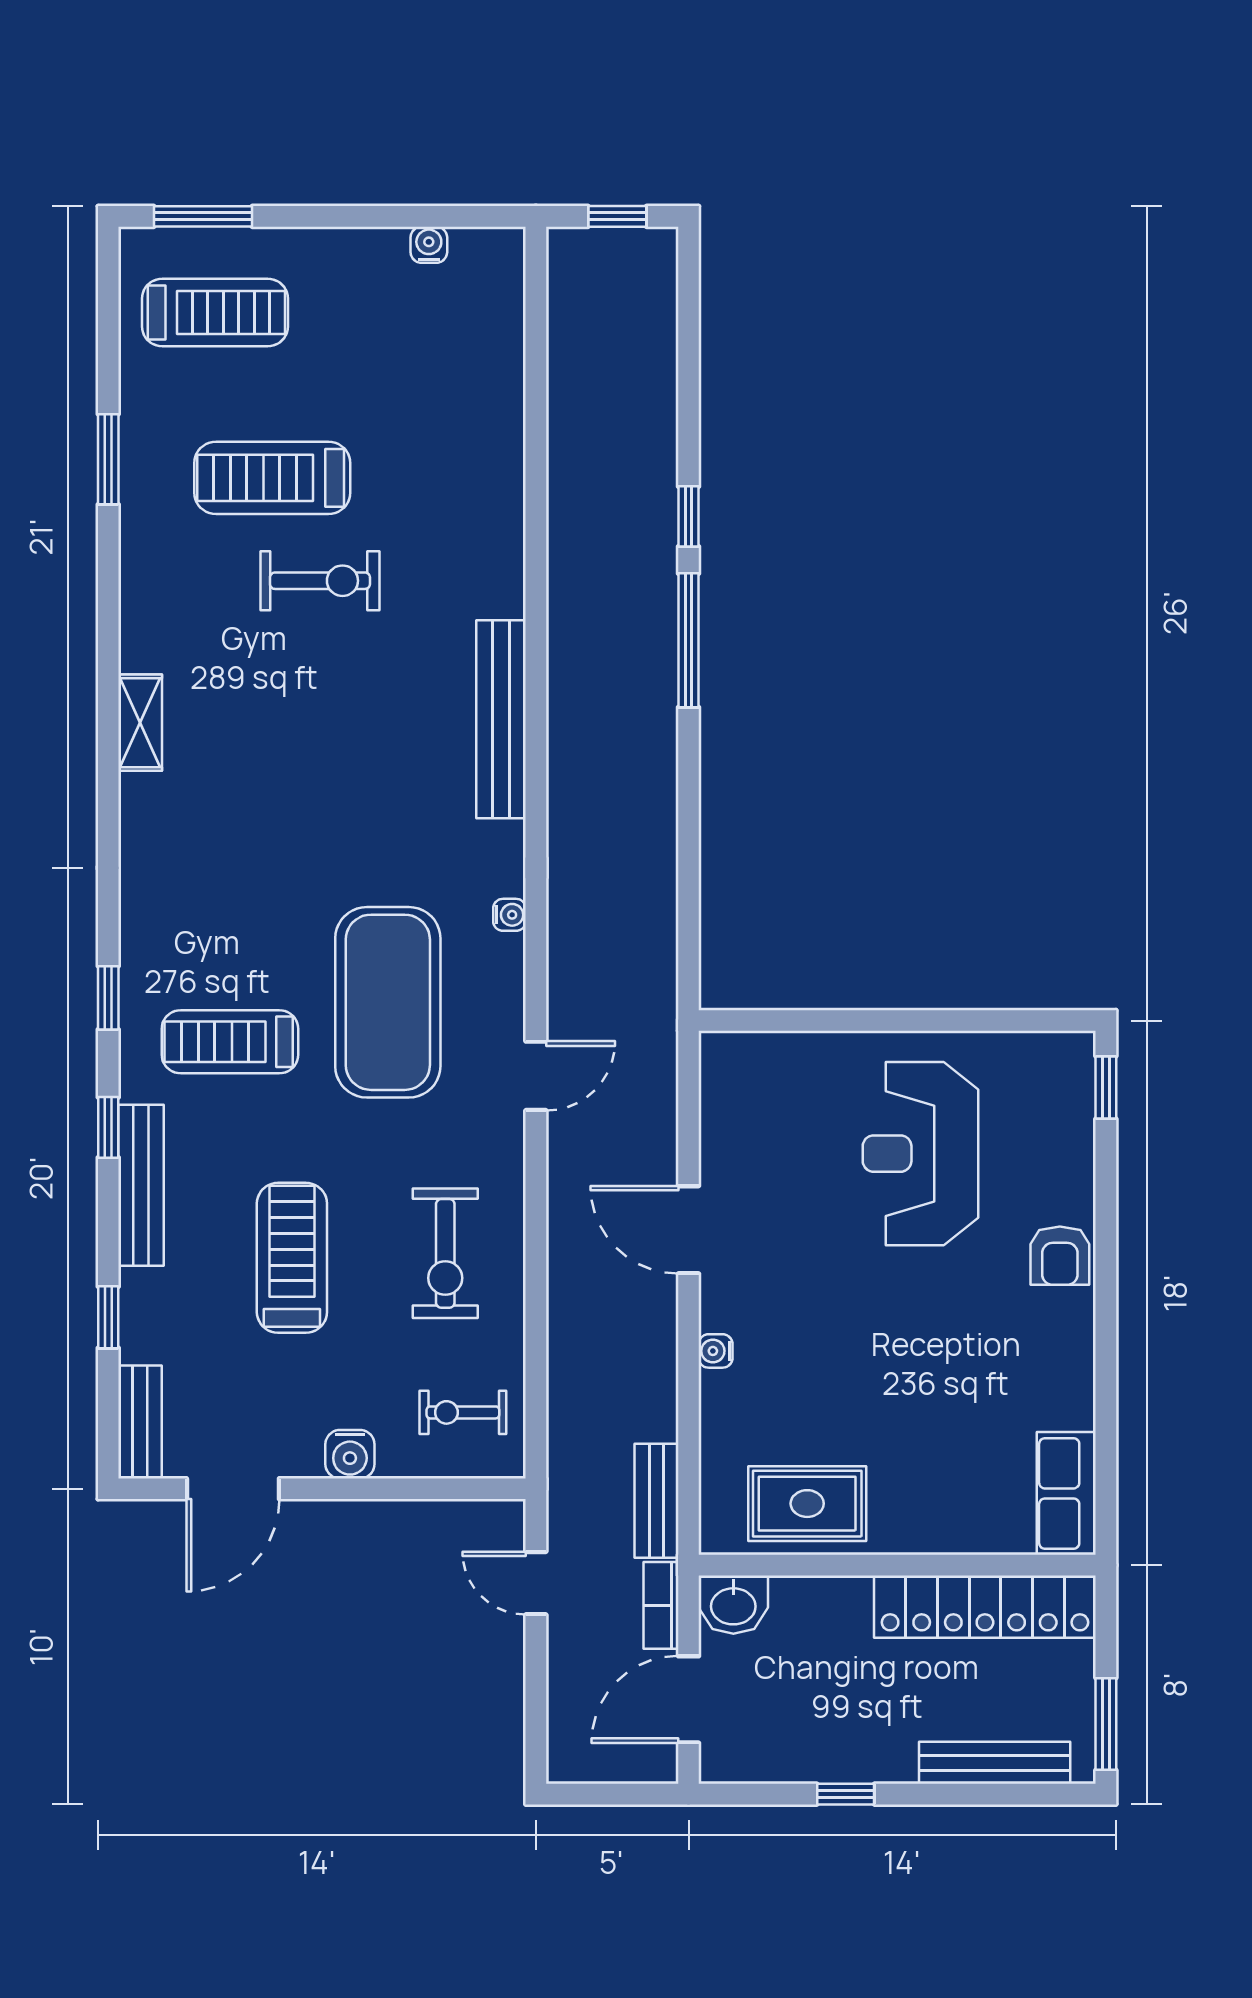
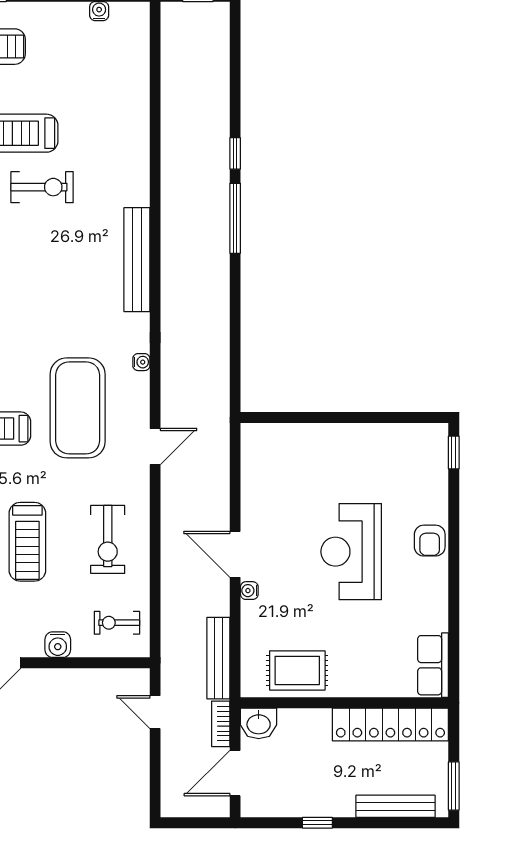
reception desk: (921, 1154) -> (351, 552), moved
door: (689, 1230) -> (235, 554), moved
treadmill: (292, 1258) -> (27, 542), turned 180
bench: (657, 1501) -> (218, 658), width x1.36

